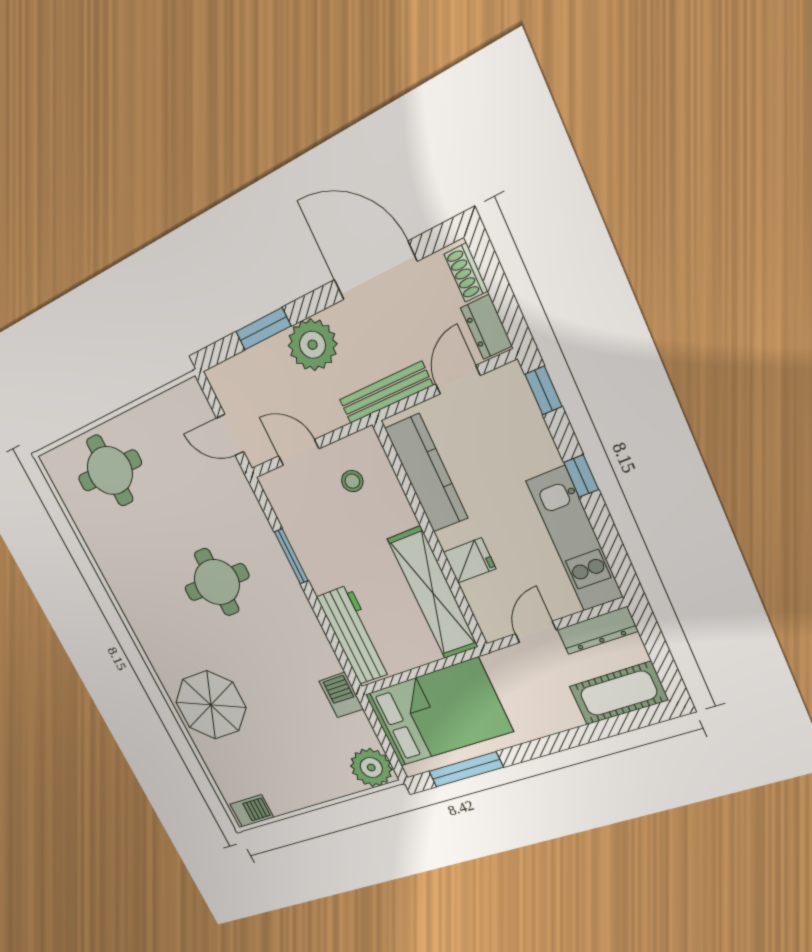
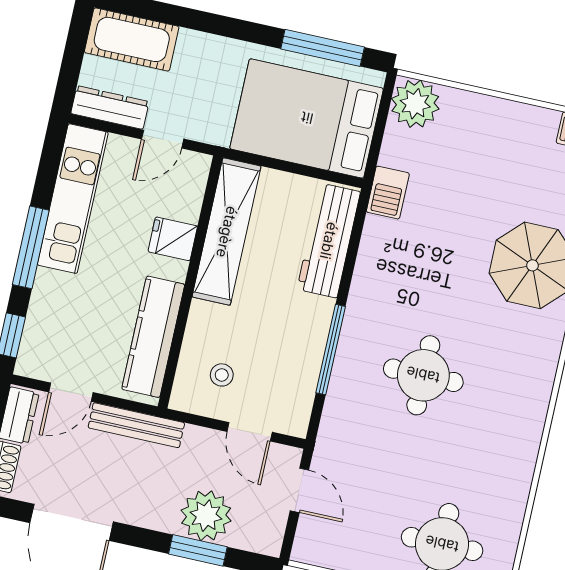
plant: (313, 345) -> (206, 516), moved
window: (581, 476) -> (31, 247), width x2.17
window: (291, 556) -> (331, 350), width x1.44

